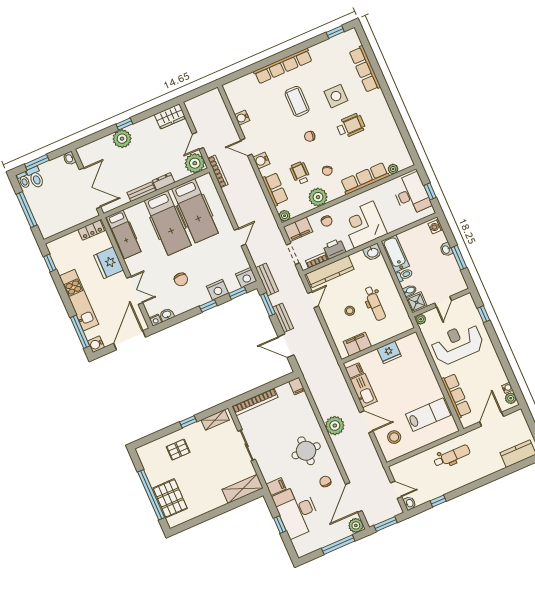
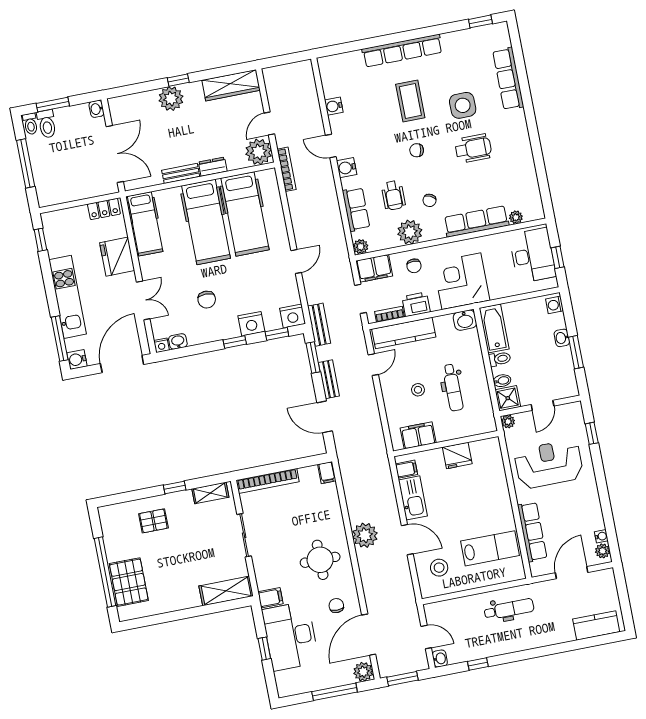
wardrobe: (170, 116) -> (231, 85), width x1.50
wheelchair: (300, 173) -> (393, 195), turned 180

